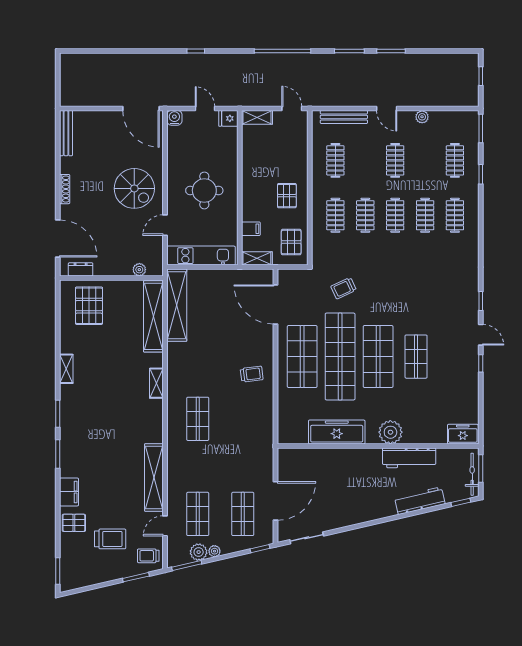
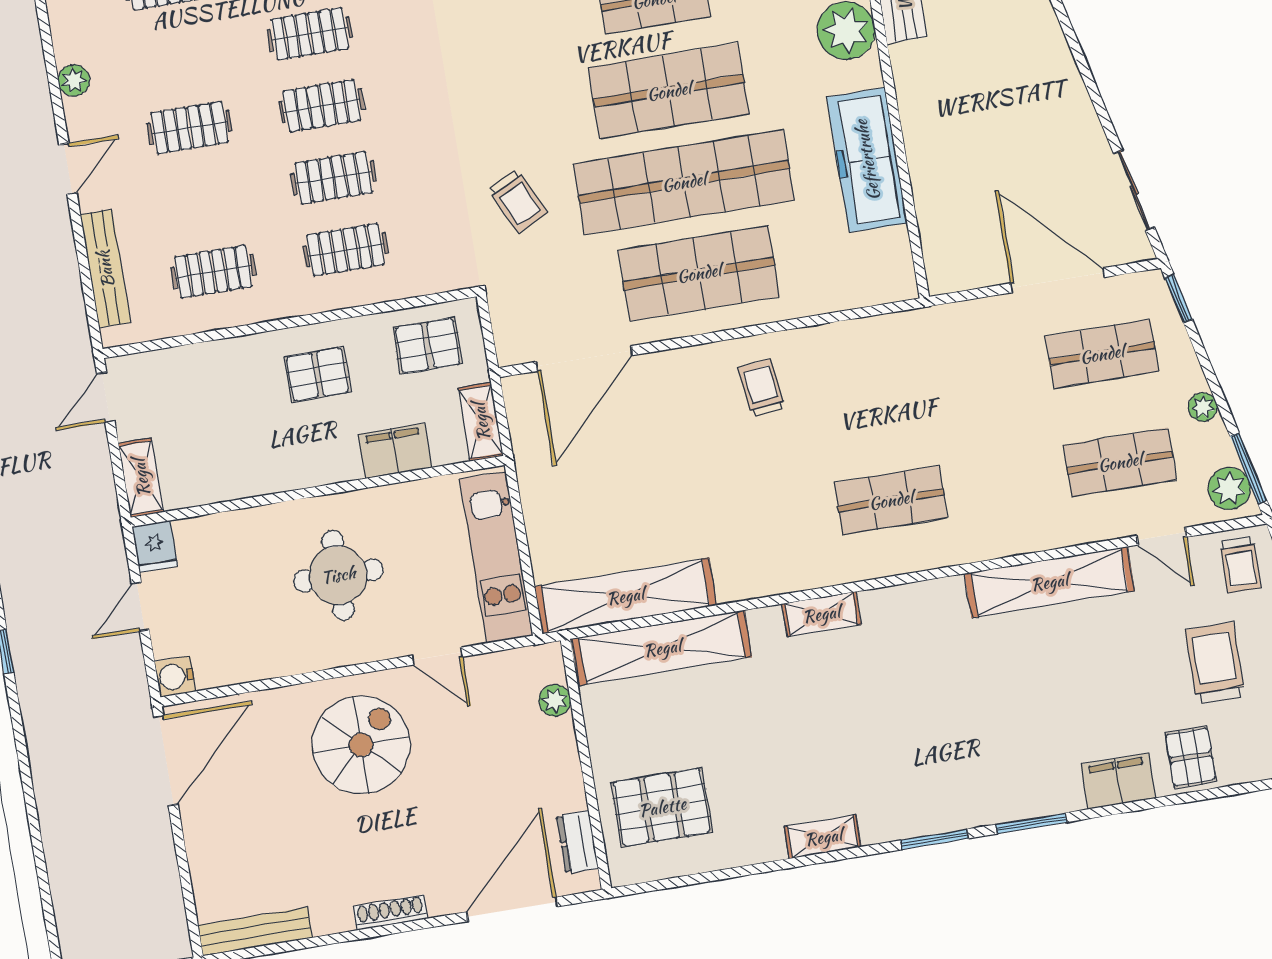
filing cabinet: (251, 229) -> (395, 451), width x2.00
plant: (199, 552) -> (1229, 489), moved

